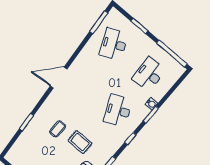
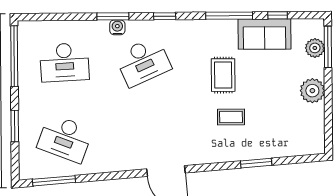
desk: (114, 44) -> (65, 138), turned 45
water cooler: (151, 104) -> (117, 27), moved

